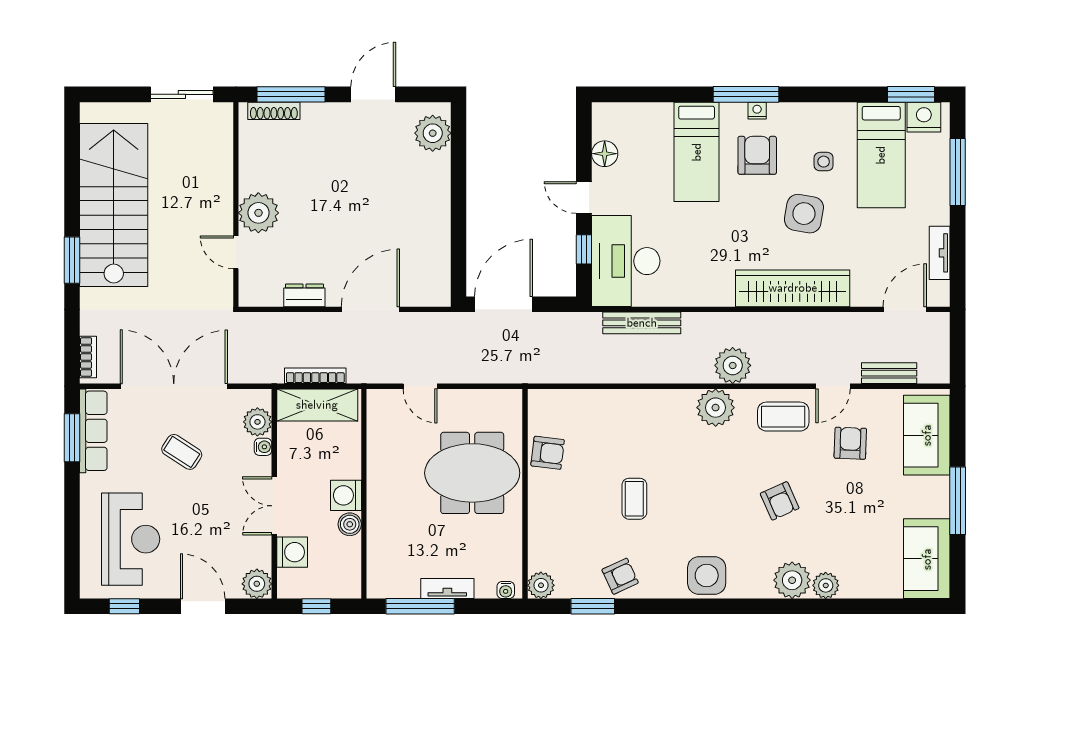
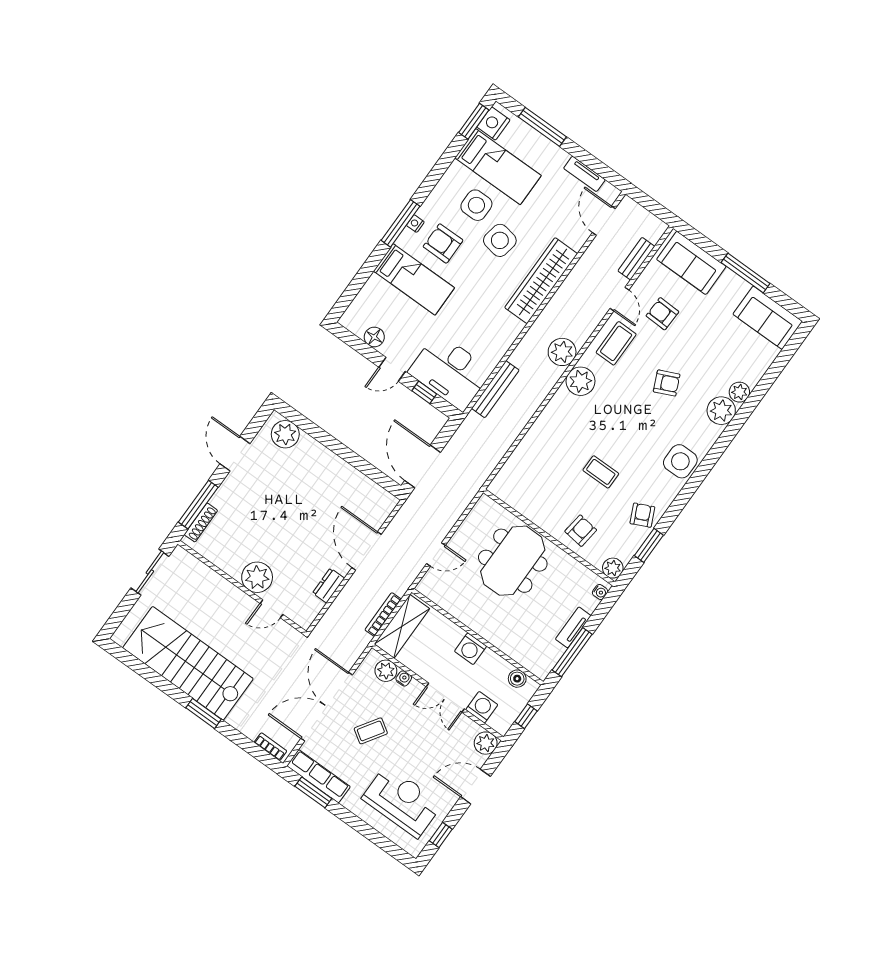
side table: (824, 162) -> (476, 205), width x1.87, depth x1.87
armchair: (548, 453) -> (581, 531), moved
boiler: (350, 524) -> (517, 679), moved

